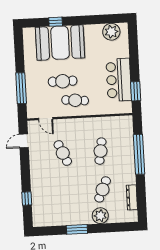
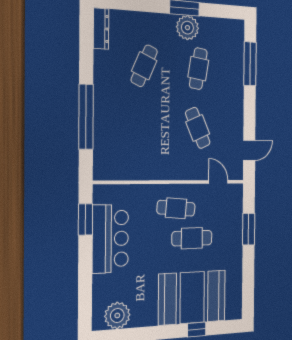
window: (21, 88) -> (249, 229), width x0.69
cafe table: (101, 151) -> (198, 69), moved
dresser: (132, 197) -> (101, 29), moved
window: (27, 199) -> (250, 64), width x2.17
plant: (100, 216) -> (187, 28), moved

